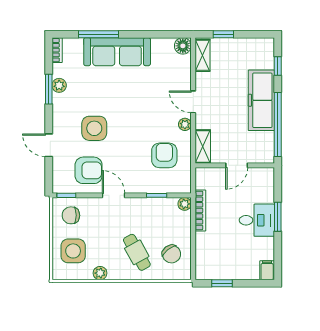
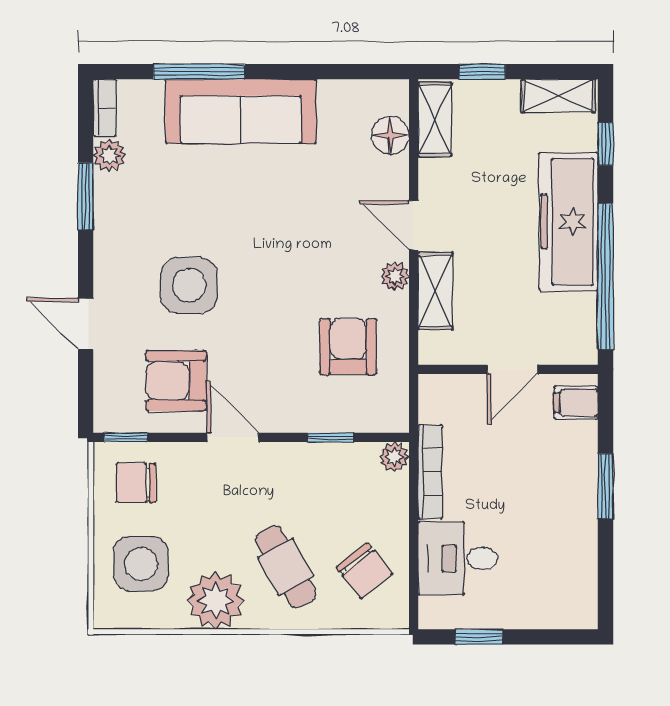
shelving: (257, 45) -> (558, 96), added
floor lamp: (183, 46) -> (390, 135), moved
plant: (59, 85) -> (109, 155), moved
shelving: (203, 146) -> (435, 291), moved
armchair: (89, 170) -> (176, 381), turned 180
desk: (257, 220) -> (458, 558), moved, turned 180
filing cabinet: (267, 270) -> (576, 403), moved, turned -90
plant: (100, 273) -> (216, 600), width x1.87, depth x1.87

